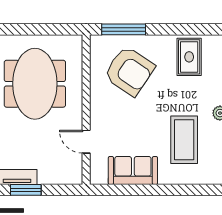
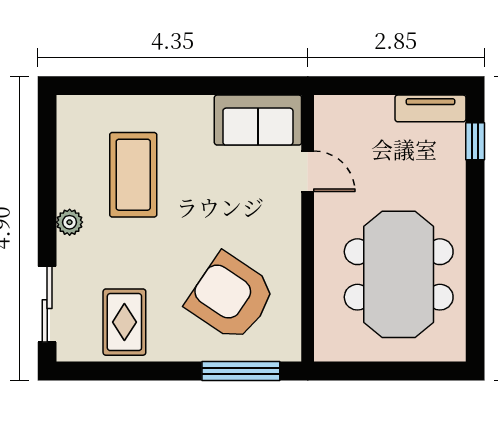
sofa: (133, 171) -> (258, 120), moved
window: (26, 190) -> (415, 86), removed

